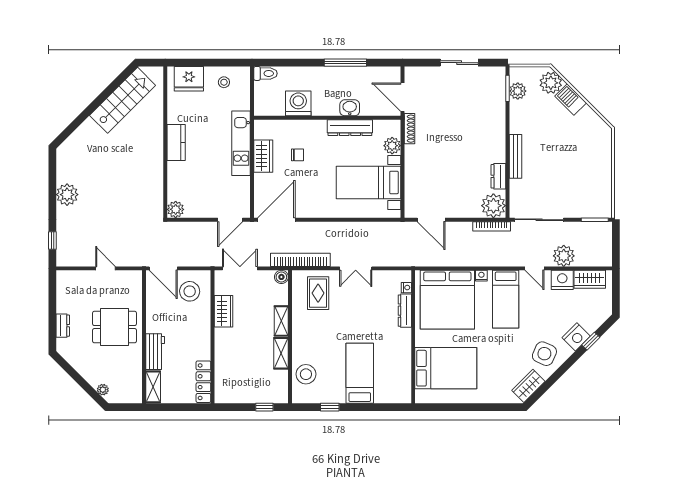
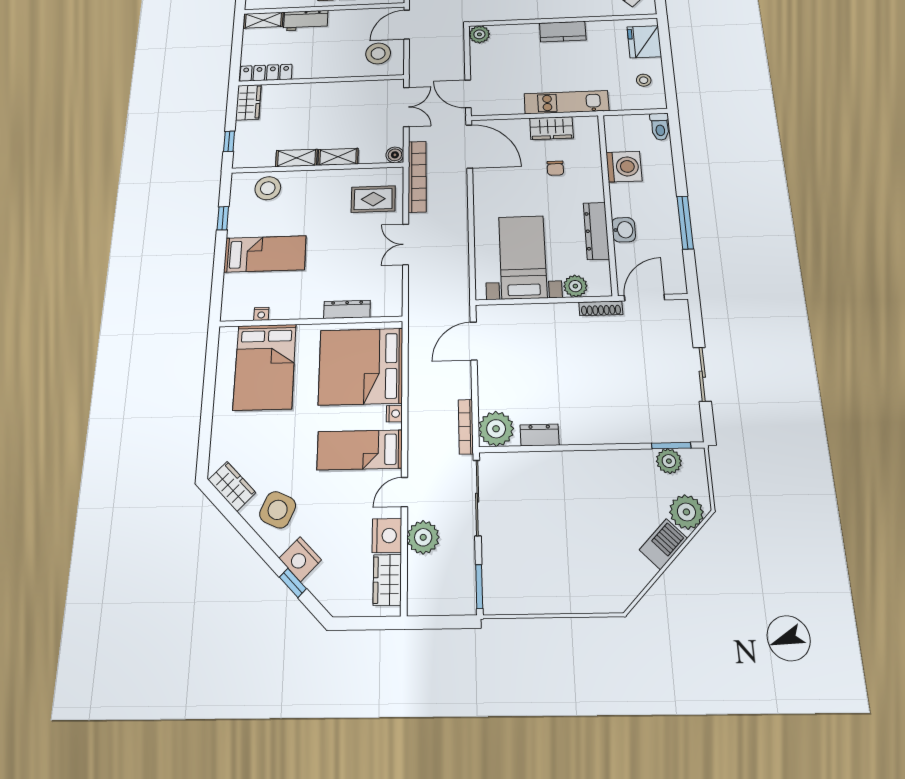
bench: (515, 156) -> (570, 460), removed
nightstand: (406, 288) -> (261, 314), moved
wardrobe: (223, 311) -> (248, 102), moved, turned -90

